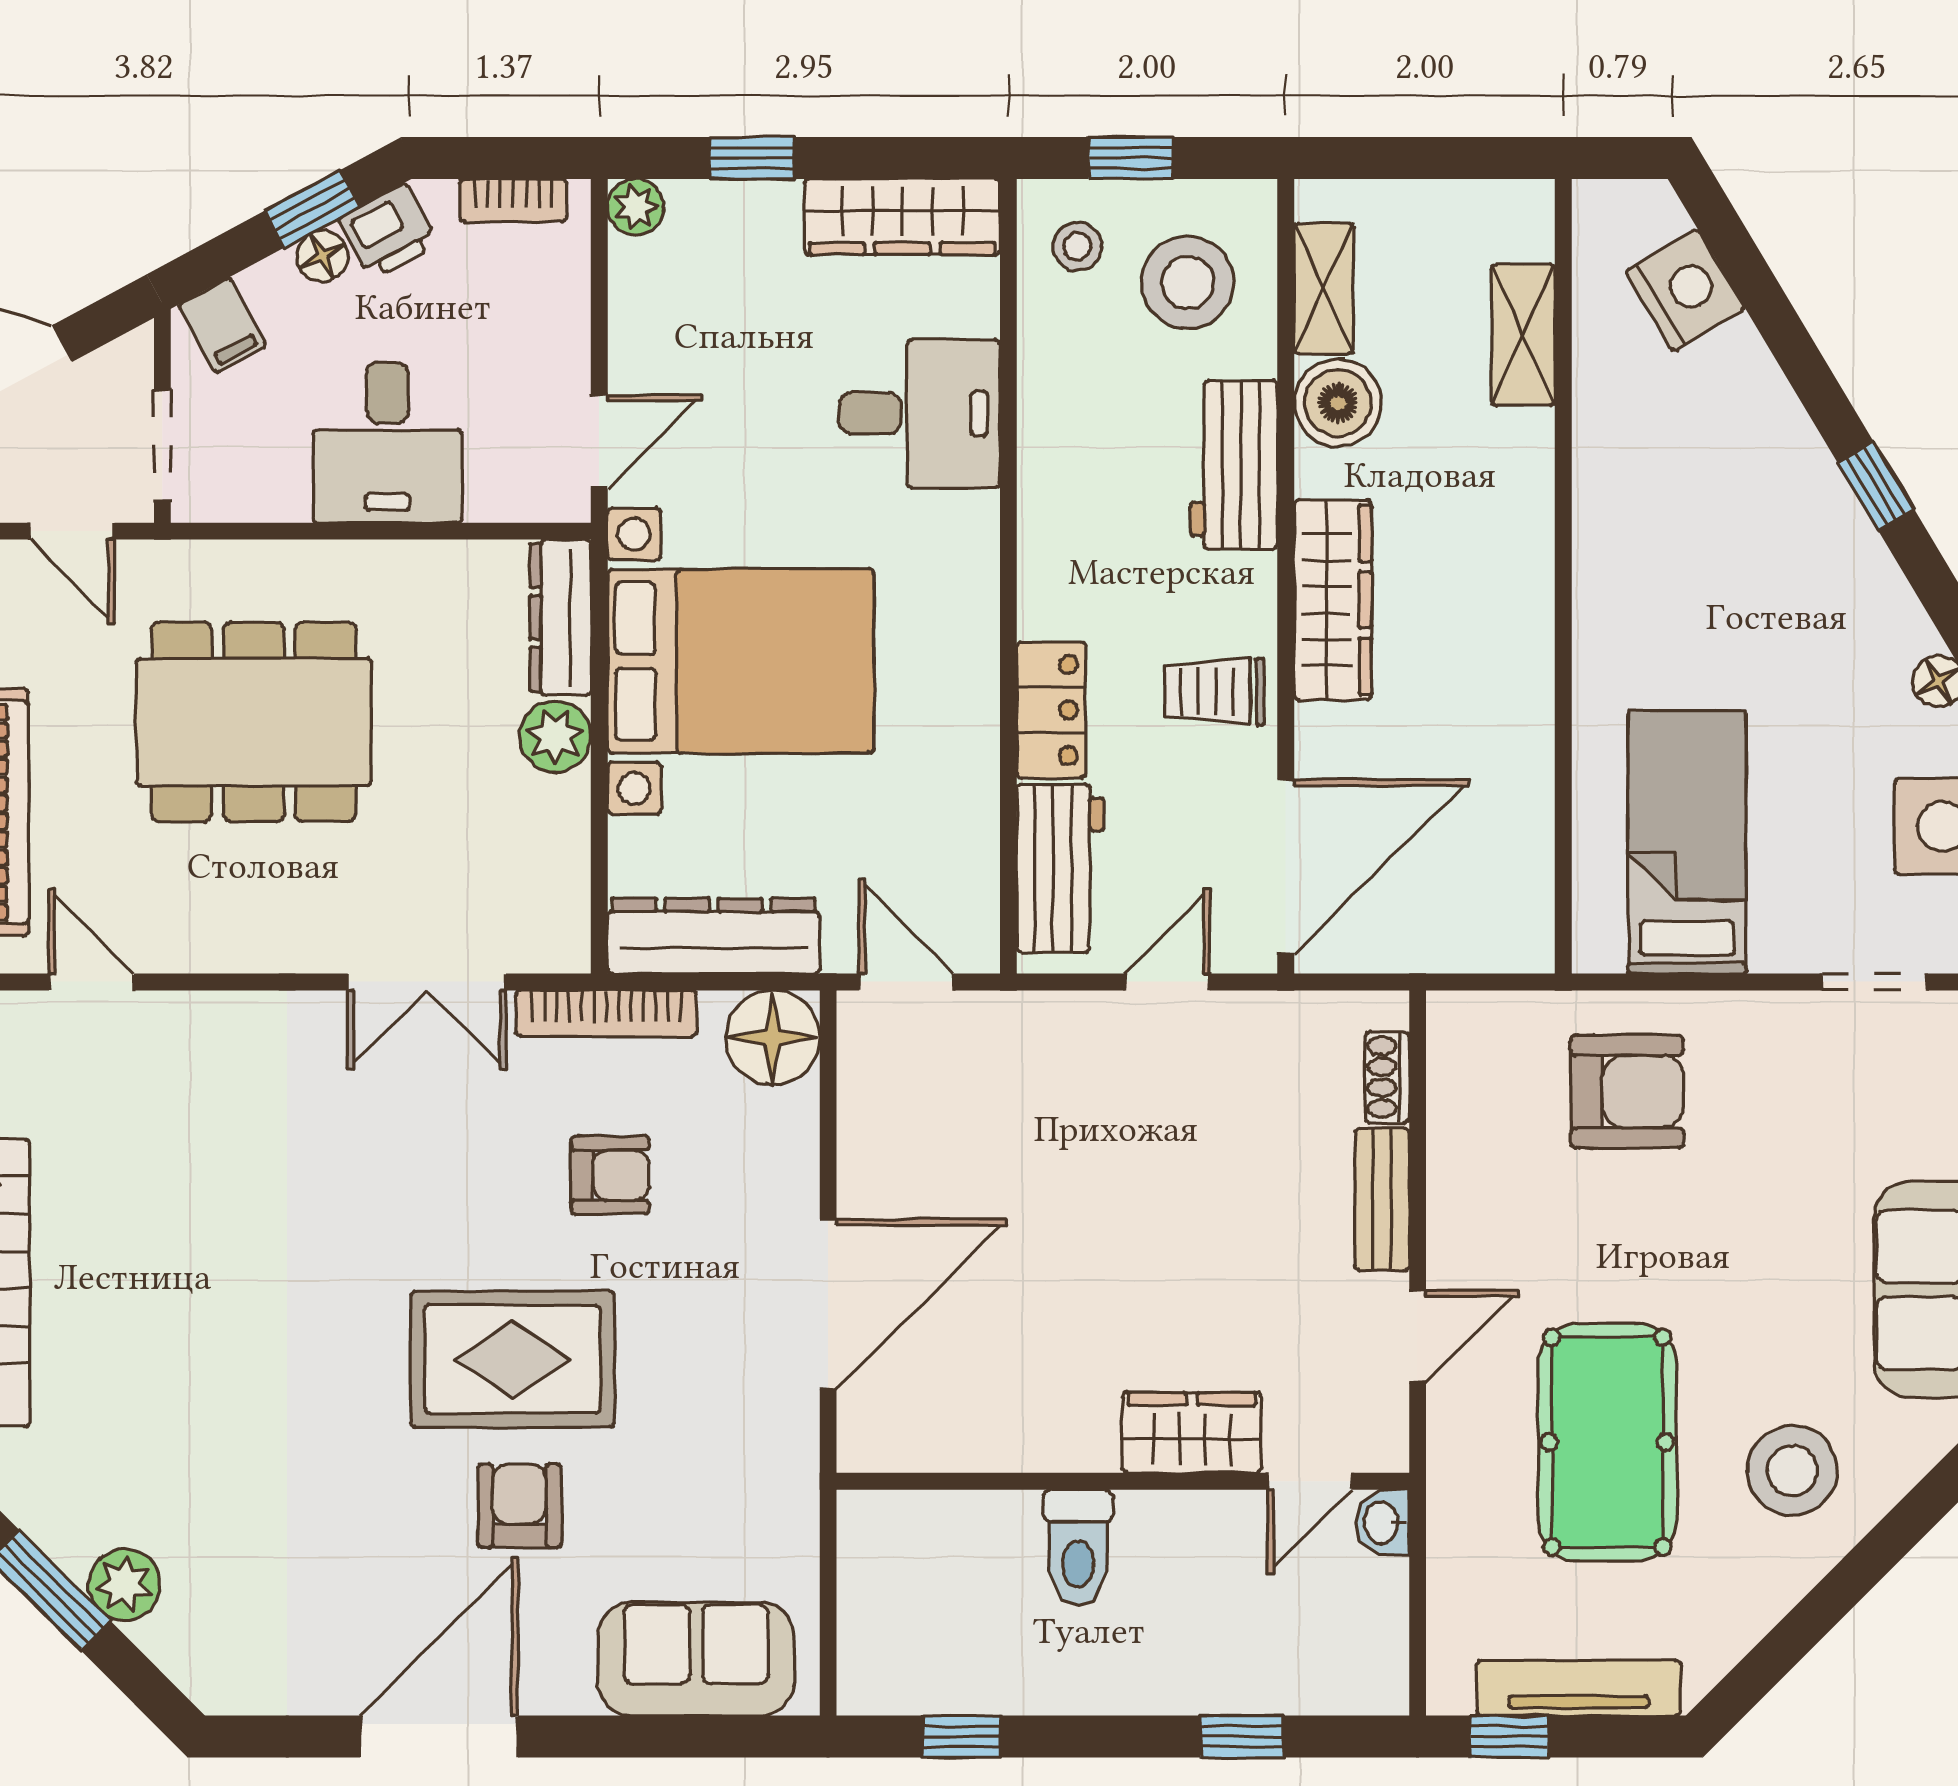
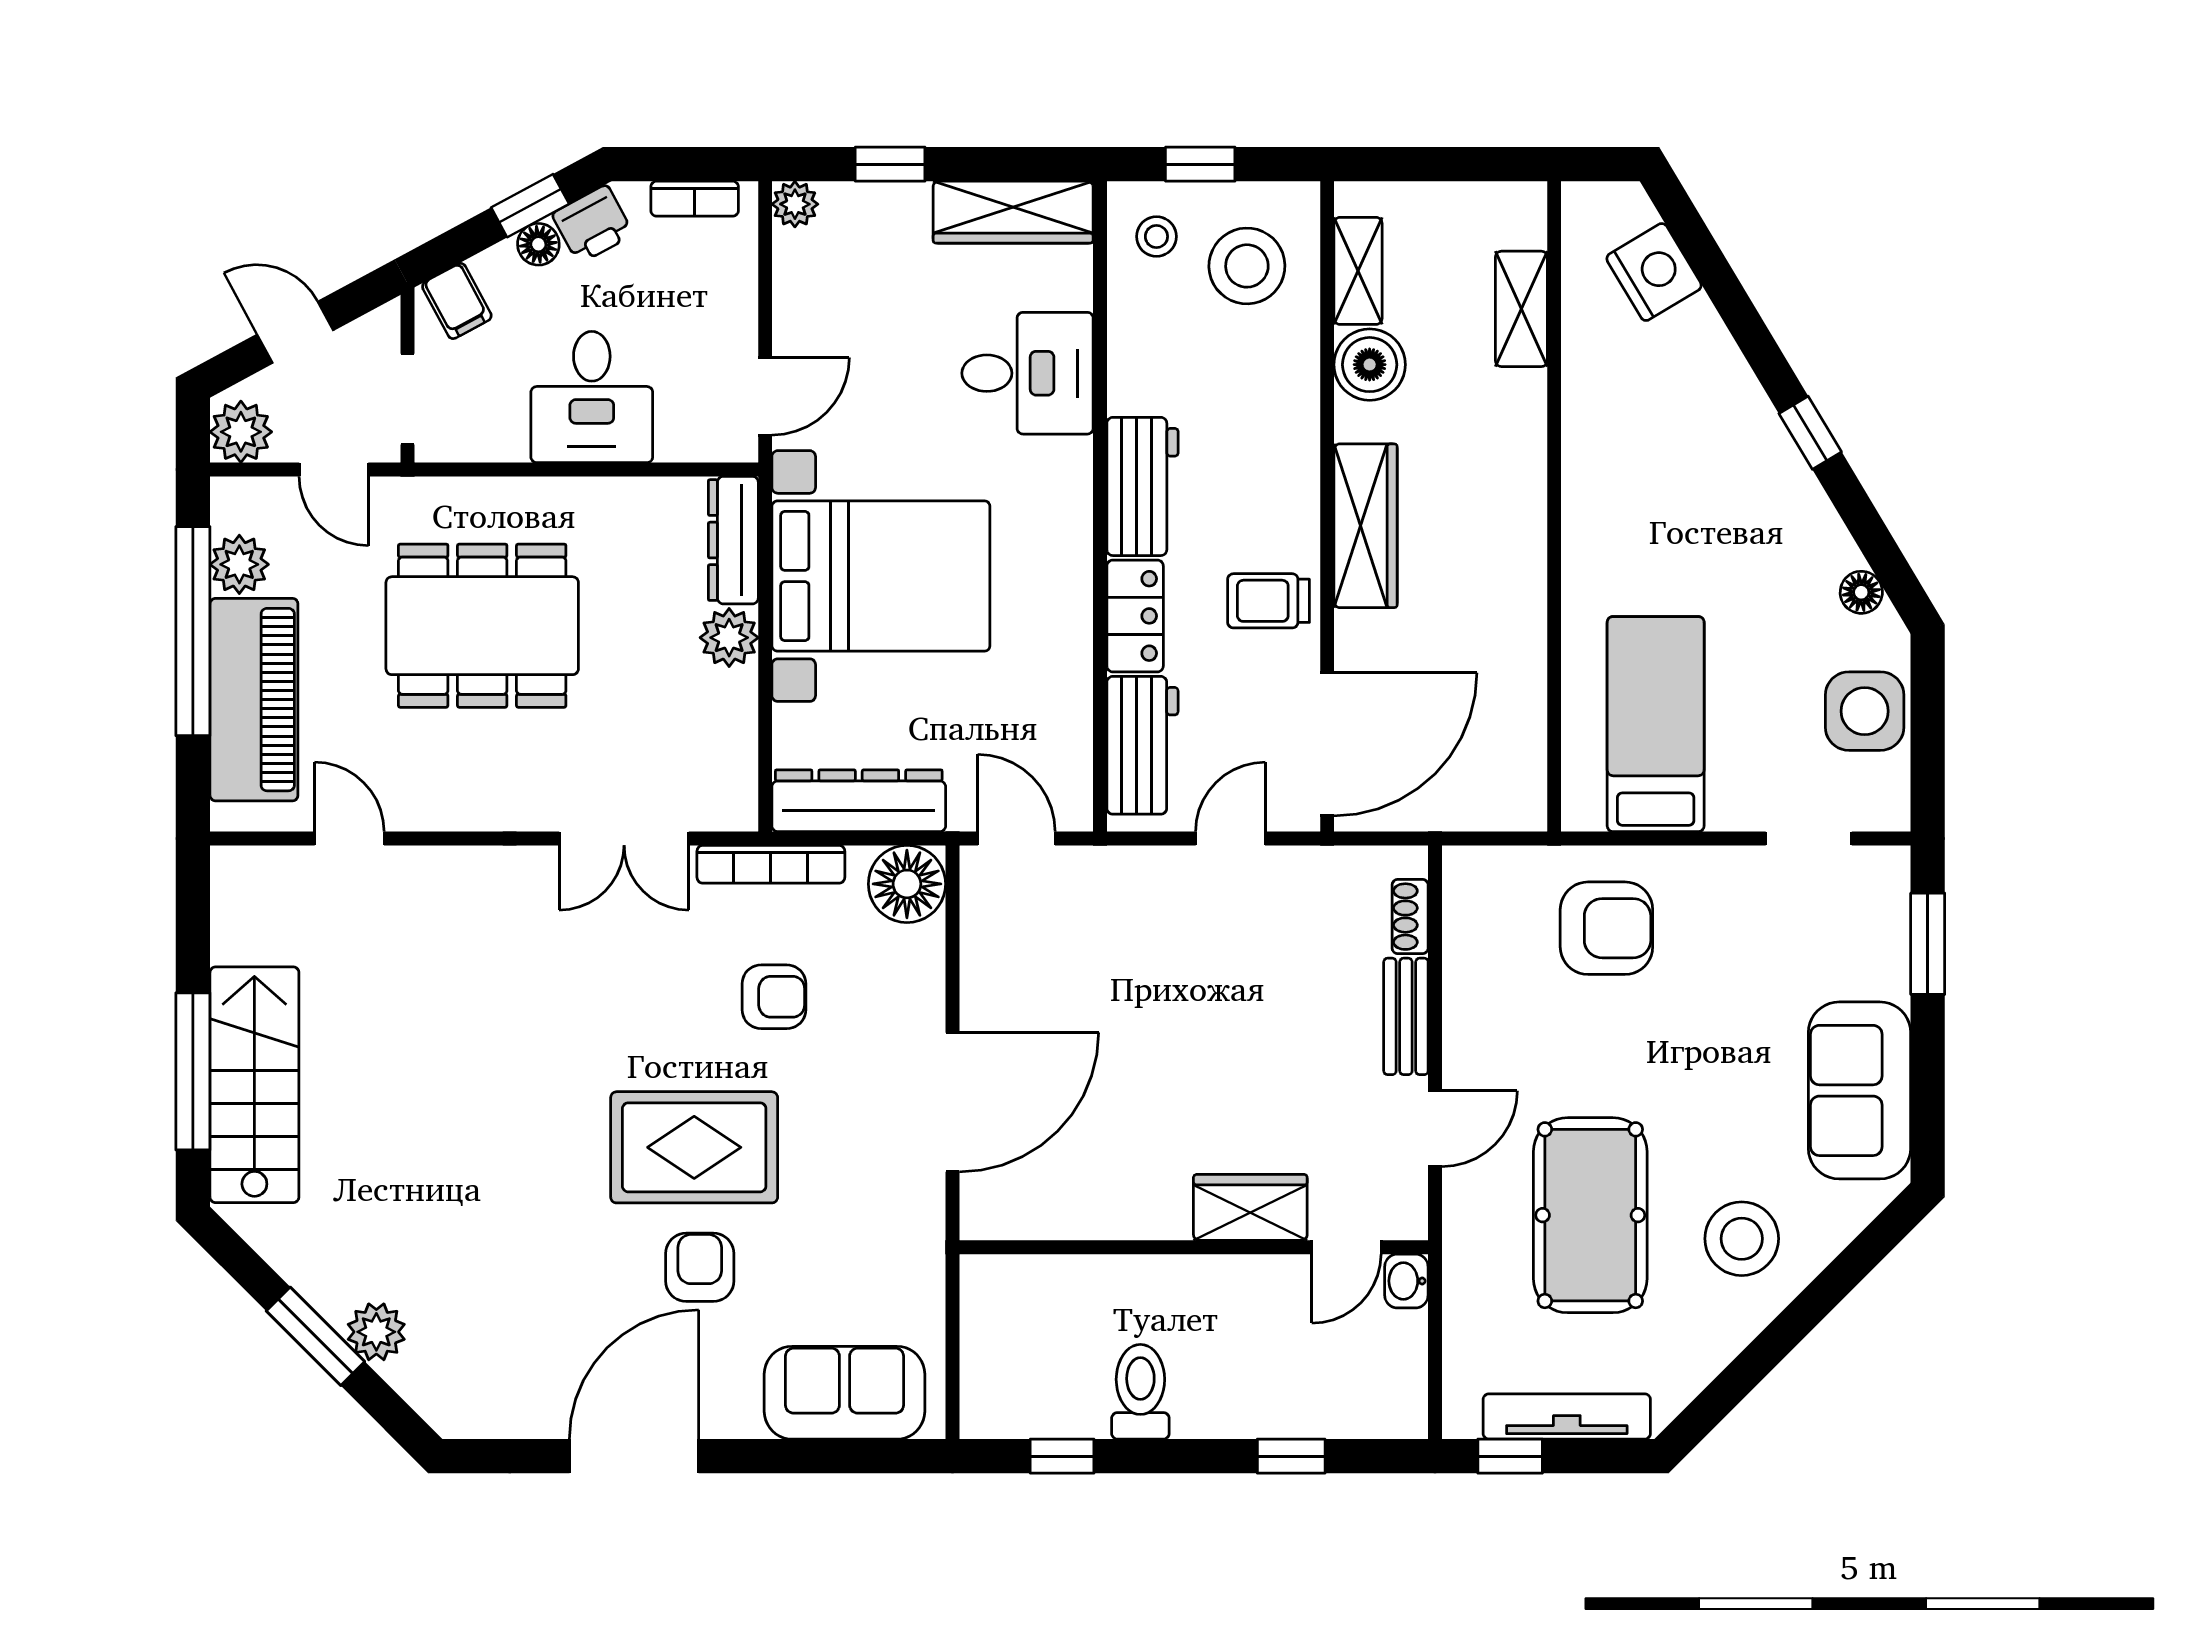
workbench: (1234, 465) -> (1143, 486), moved, turned 180
toilet: (1078, 1547) -> (1140, 1392), moved, turned 180

